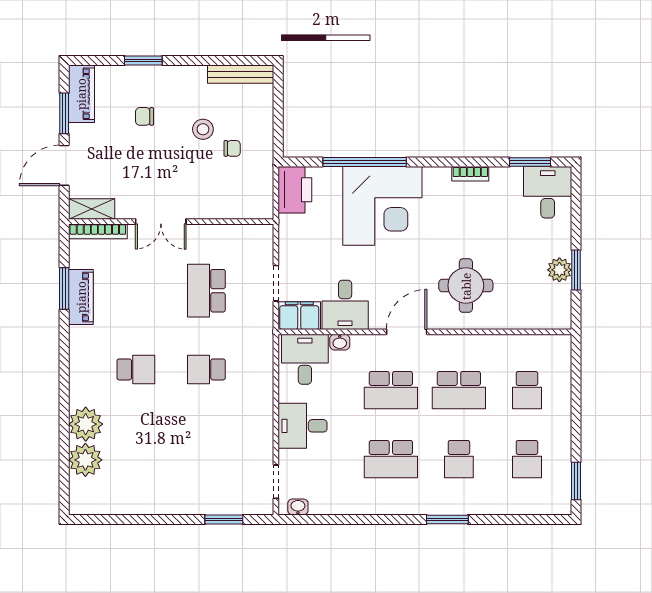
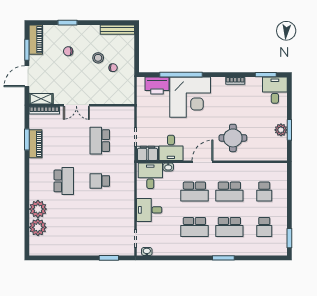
printer: (295, 190) -> (157, 85), moved, turned 90
school desk: (136, 369) -> (64, 181), width x1.85
school desk: (459, 459) -> (229, 227), width x1.85

